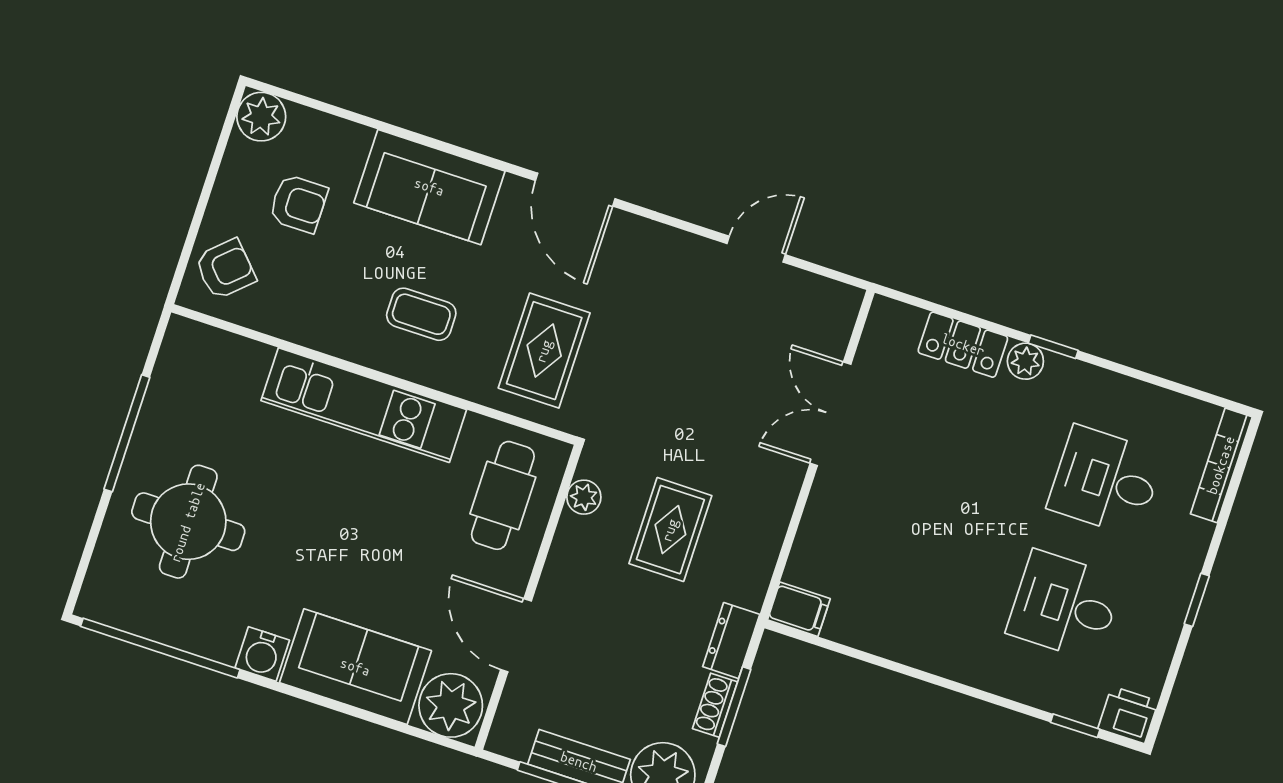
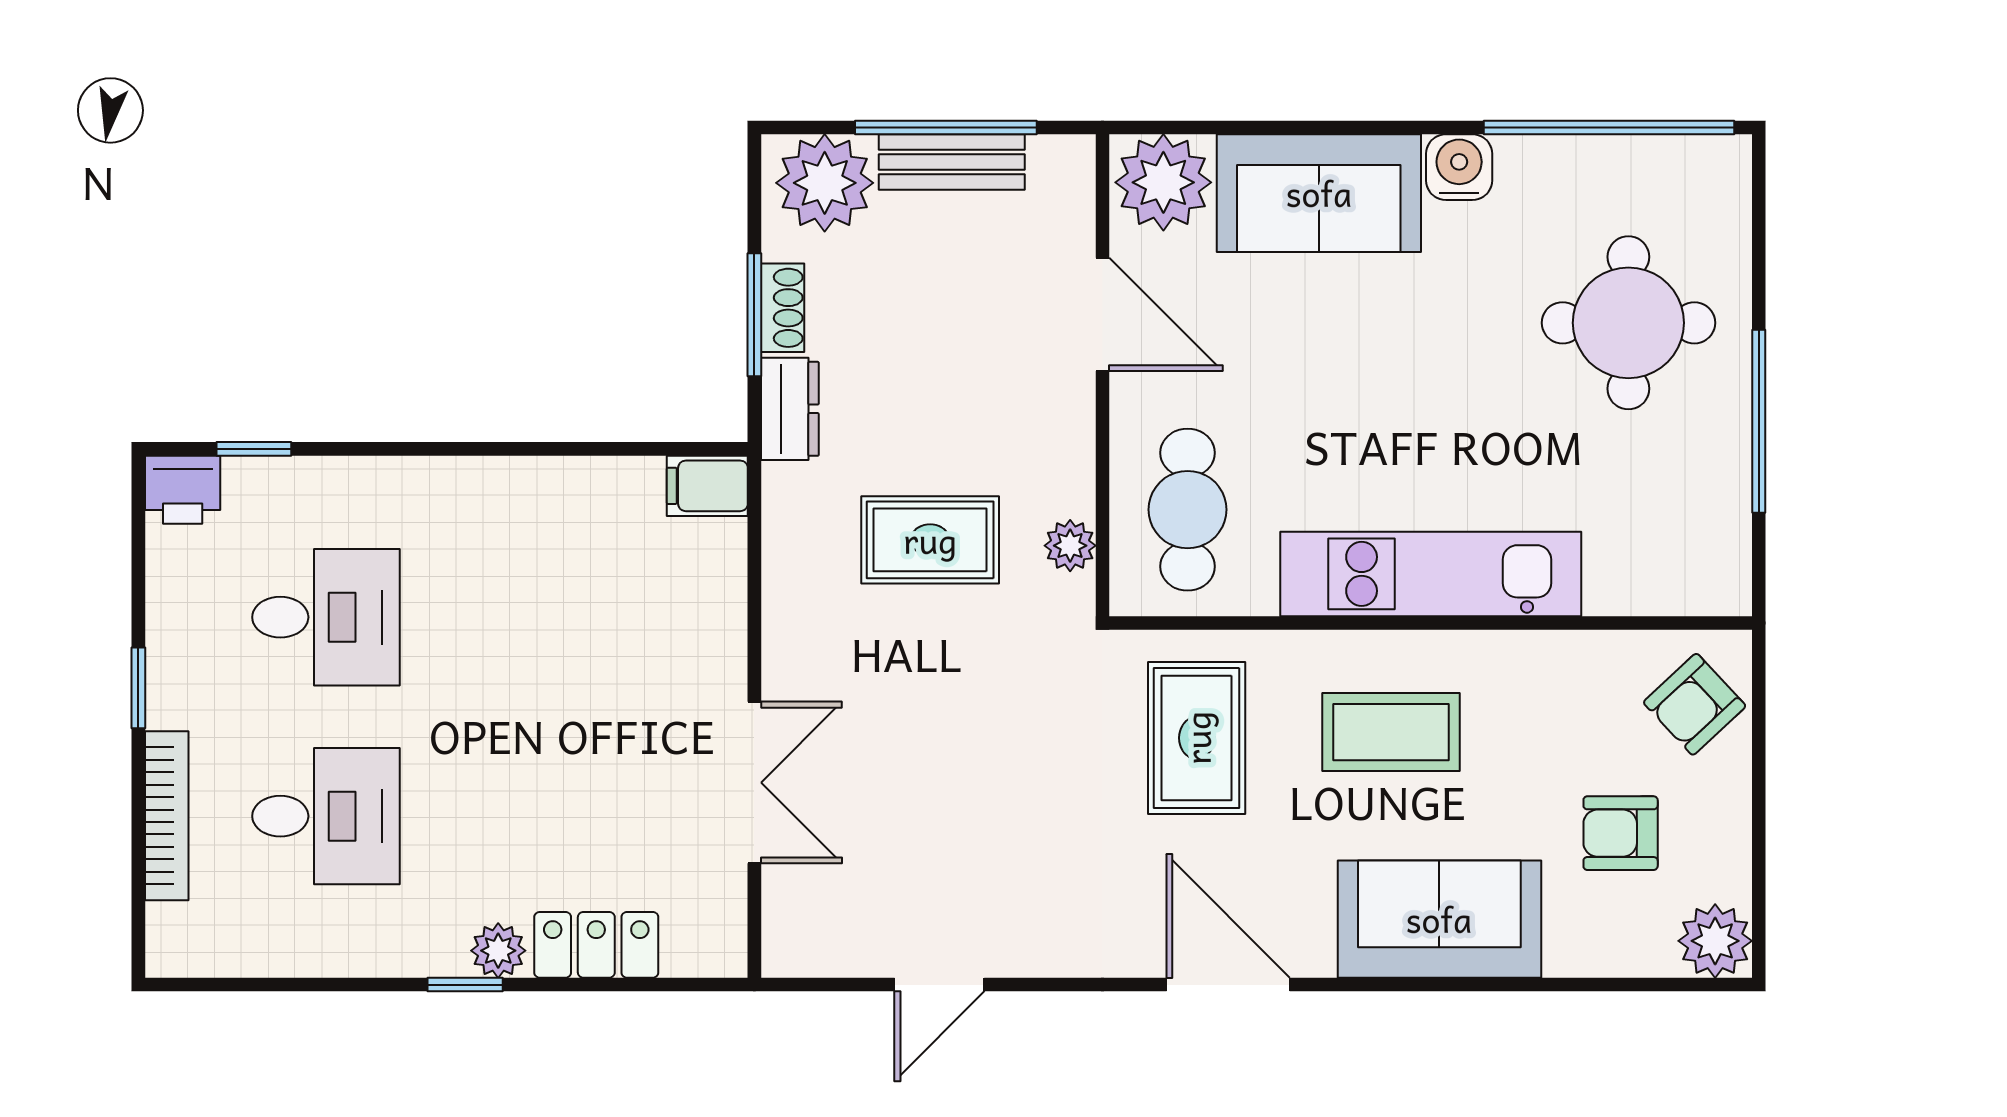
coffee table: (421, 314) -> (1391, 732), width x1.36, depth x1.30
bookcase: (1221, 465) -> (167, 816), moved
rug: (670, 530) -> (930, 540), turned 90

